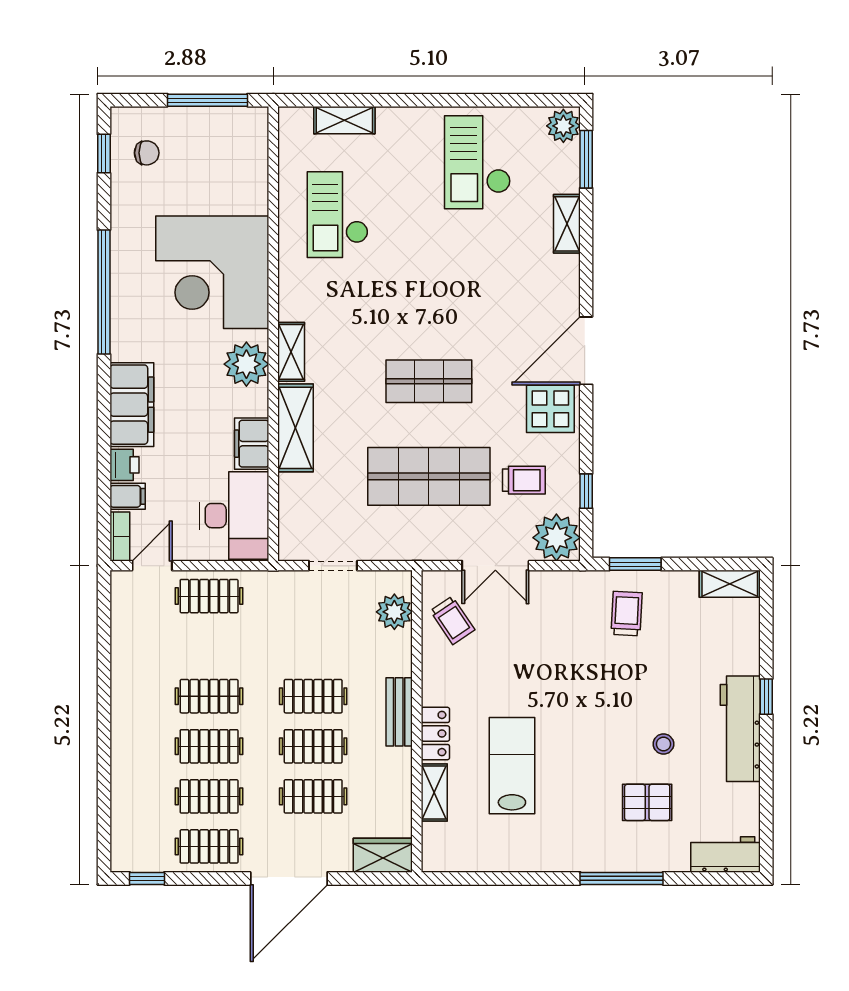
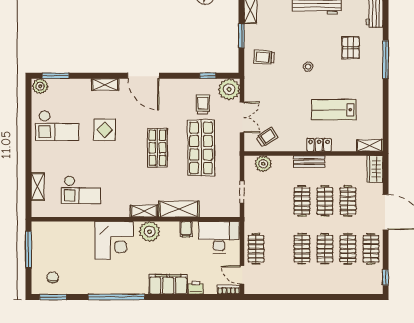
window: (104, 154) -> (53, 297), width x1.50
shelving: (567, 224) -> (105, 85), moved
corner desk: (212, 272) -> (114, 240), width x0.74, depth x0.74
display table: (550, 409) -> (105, 130), moved
filing cabinet: (252, 444) -> (186, 229), width x0.50
filing cabinet: (128, 496) -> (210, 286), removed
window: (635, 564) -> (241, 36), moved
stool: (663, 744) -> (308, 67), moved
shelving: (434, 793) -> (370, 145), moved

